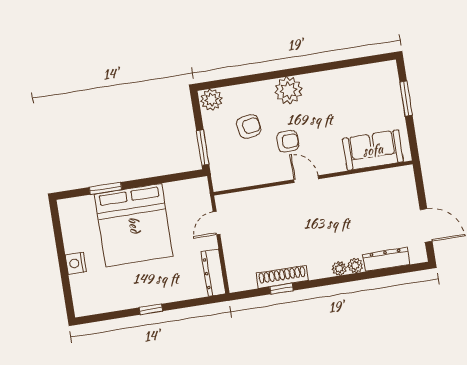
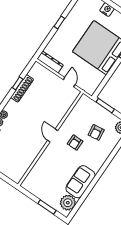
plant: (288, 90) -> (68, 203), moved
sofa: (373, 150) -> (80, 182), moved, turned 180
door: (306, 179) -> (53, 135), swing flipped

